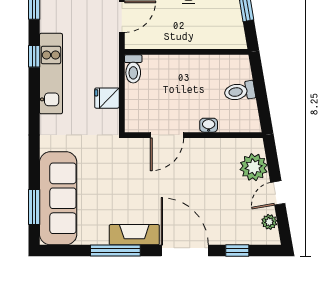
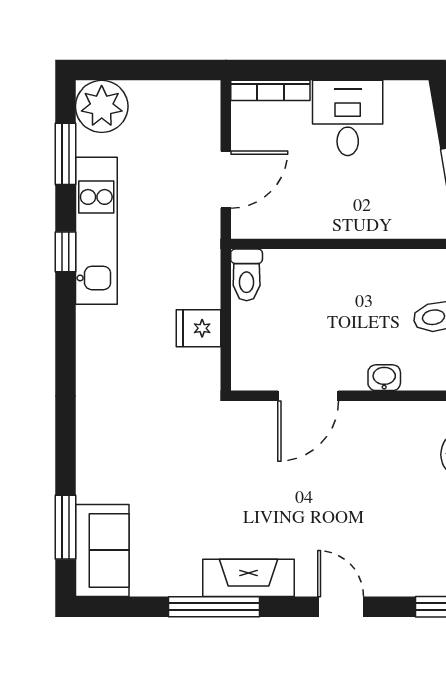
kitchen unit: (51, 74) -> (96, 231), moved
sofa: (58, 198) -> (102, 550), width x0.54, depth x0.79
door: (185, 251) -> (341, 607), width x0.53

